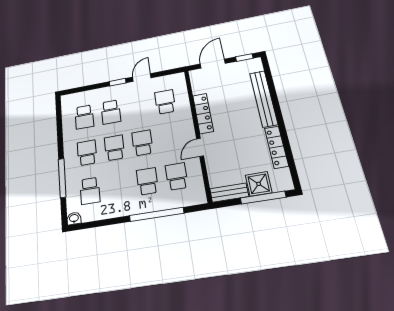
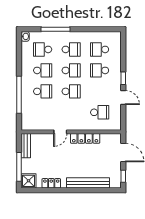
door: (200, 147) -> (60, 132), swing flipped
locker: (276, 147) -> (51, 183), width x0.66
school desk: (177, 176) -> (43, 70), moved
shower: (259, 184) -> (29, 181), moved

